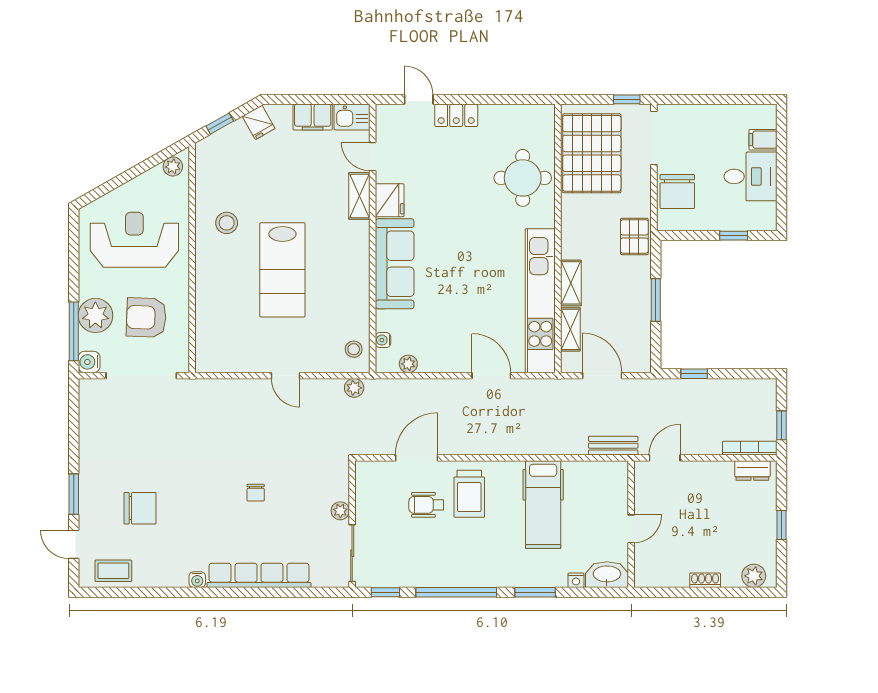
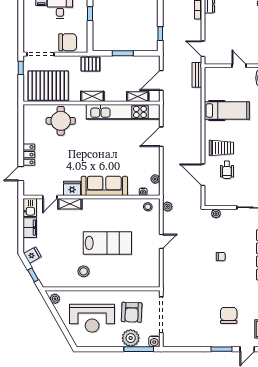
reception desk: (134, 240) -> (92, 318), turned -90
shelving: (571, 283) -> (92, 96), moved
plant: (340, 511) -> (216, 214), moved

